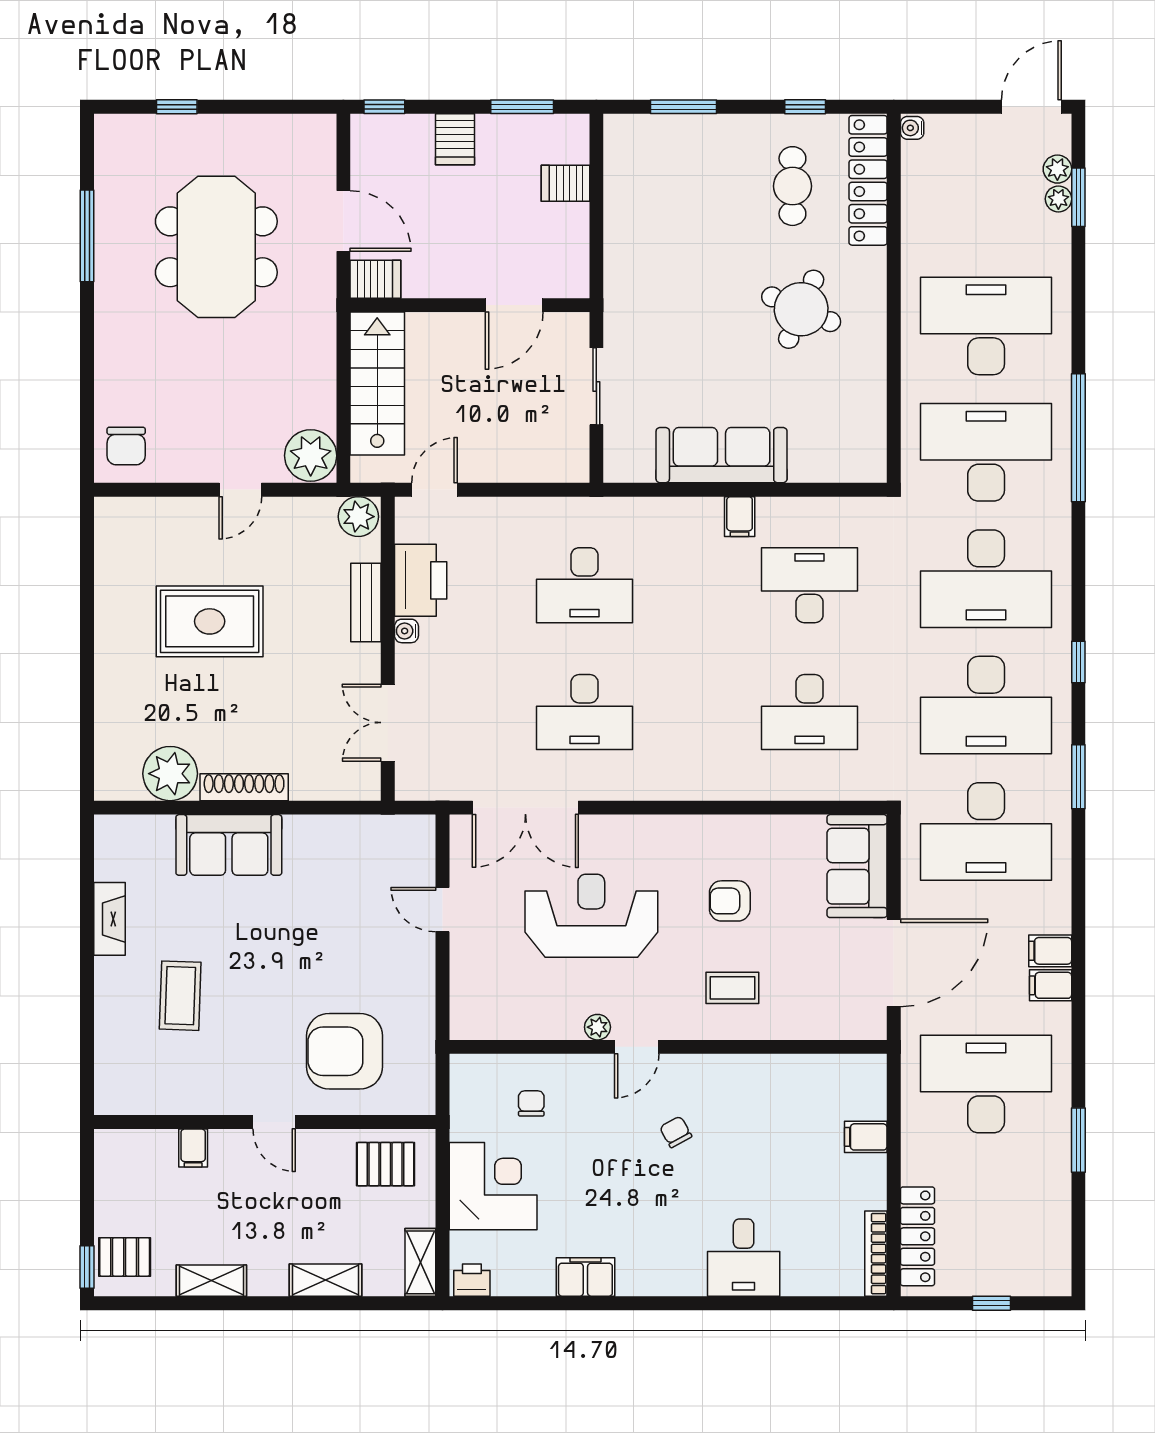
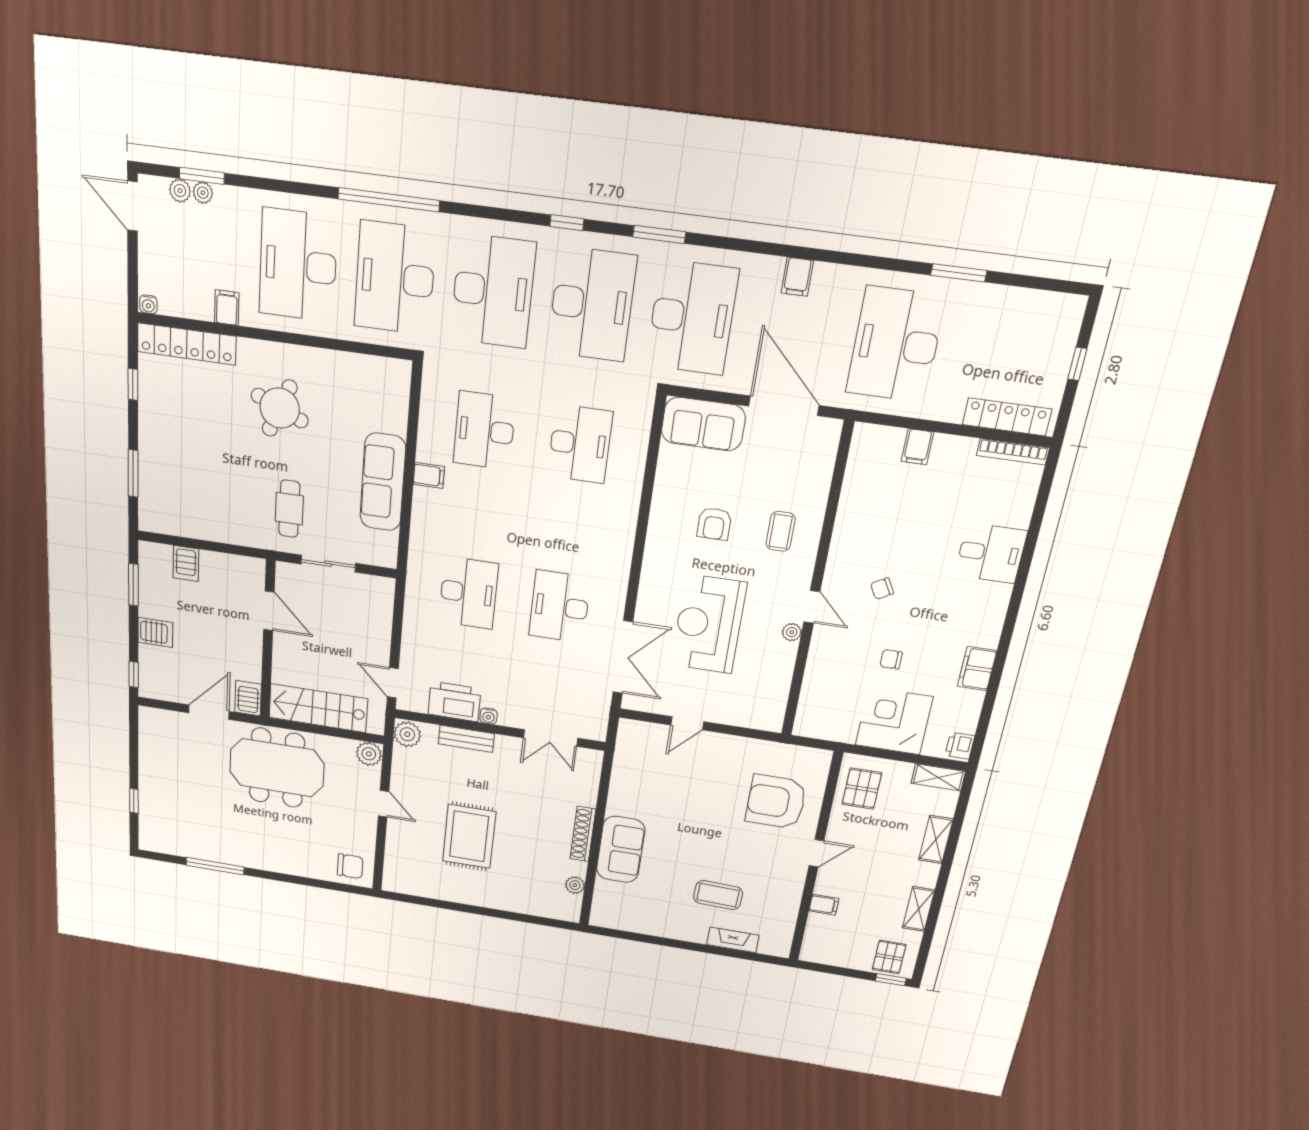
cafe table: (792, 186) -> (289, 509), moved, turned 90
meeting table: (216, 247) -> (277, 768), moved
plant: (311, 456) -> (369, 754), width x0.73, depth x0.73
desk: (585, 712) -> (560, 607), turned 180
plant: (170, 774) -> (575, 885), width x0.53, depth x0.53
fireplace: (109, 919) -> (733, 940), moved
filing cabinet: (1051, 985) -> (227, 308), moved, turned 180
armchair: (344, 1051) -> (776, 802), turned 90
chair: (531, 1103) -> (891, 659), moved

